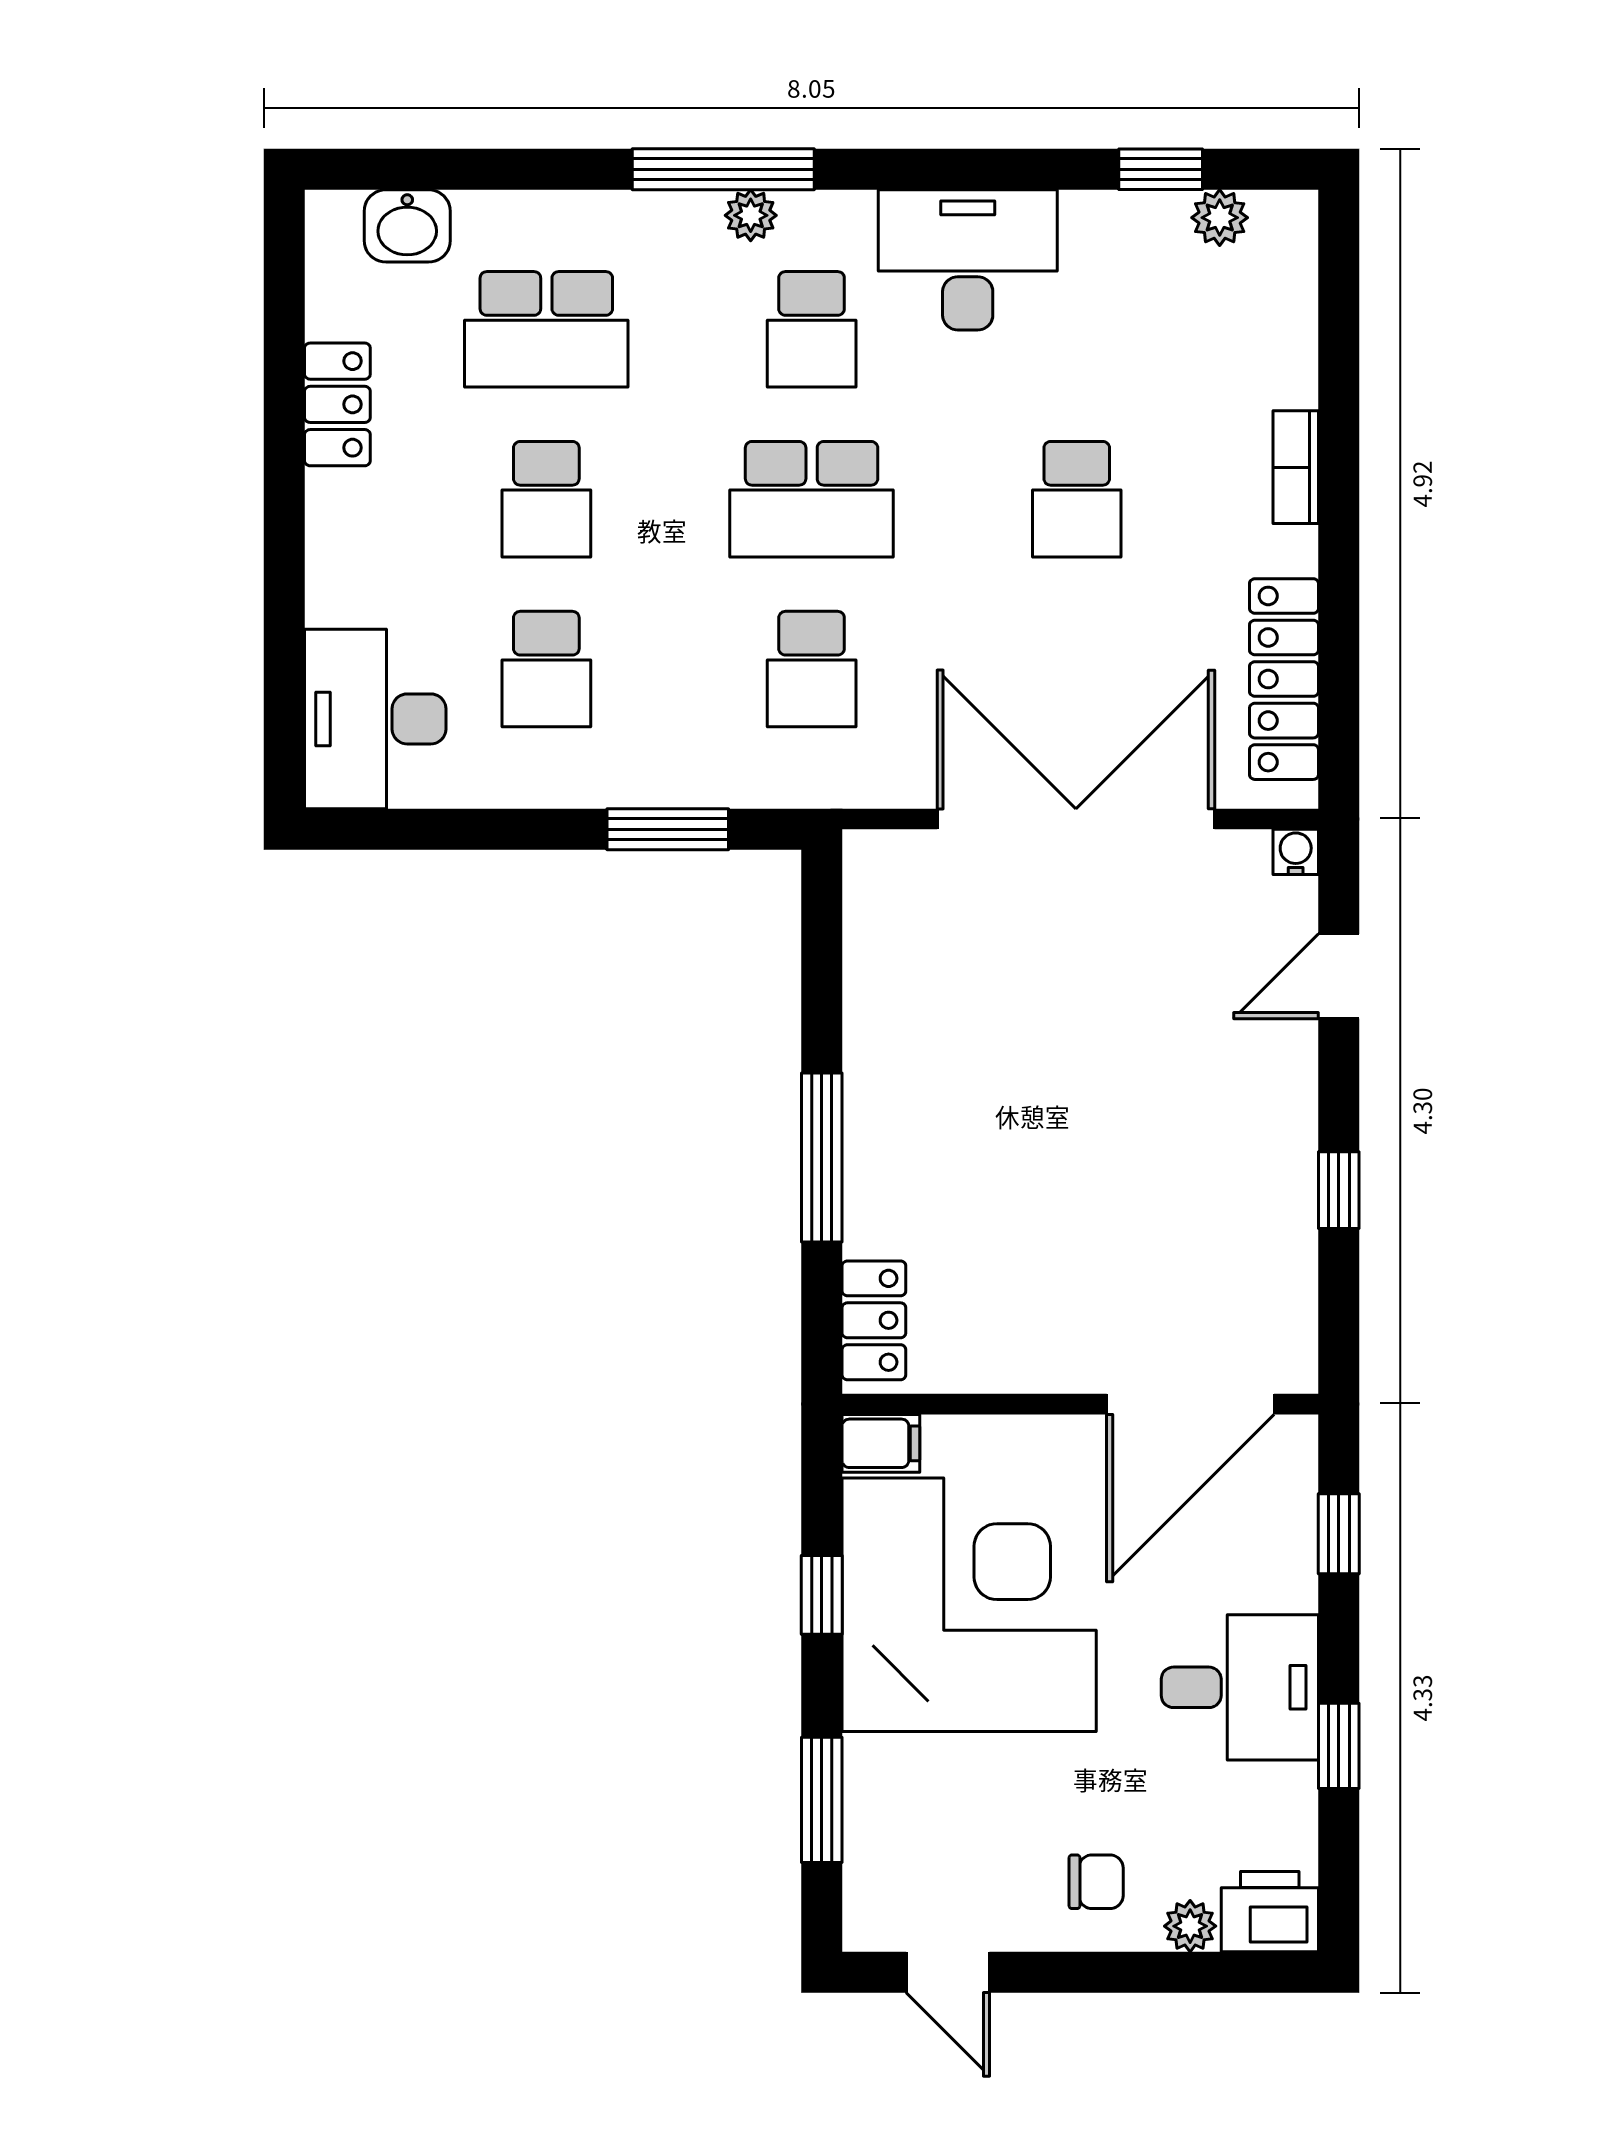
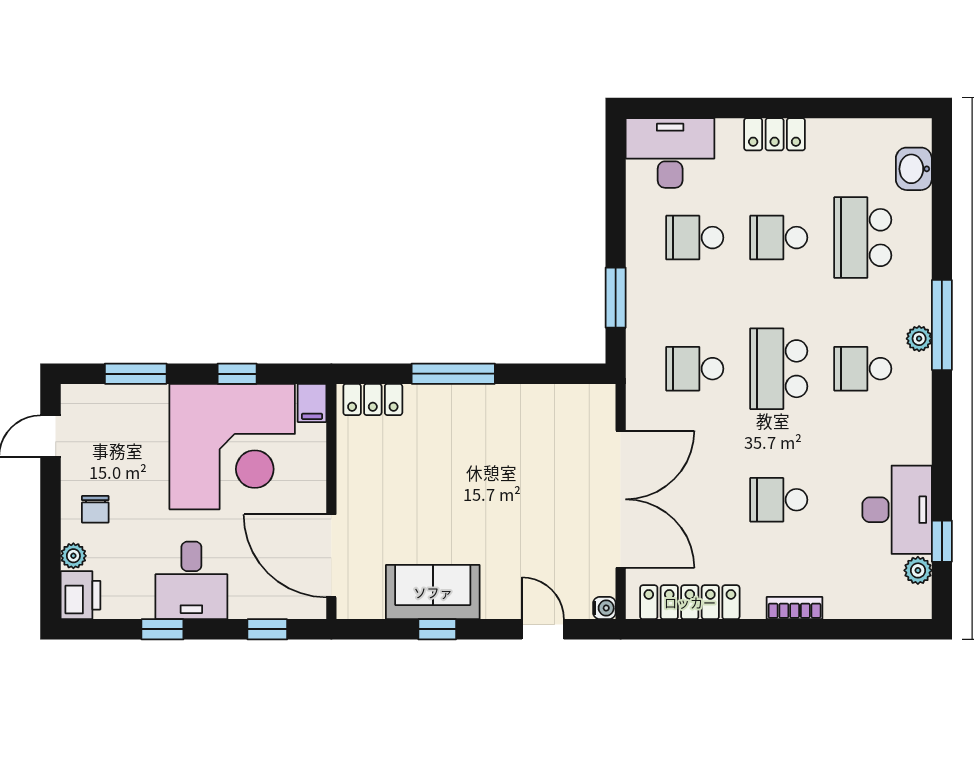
desk: (968, 260) -> (897, 510), moved
locker: (337, 404) -> (775, 134), moved
sofa: (1263, 1199) -> (433, 592), added

